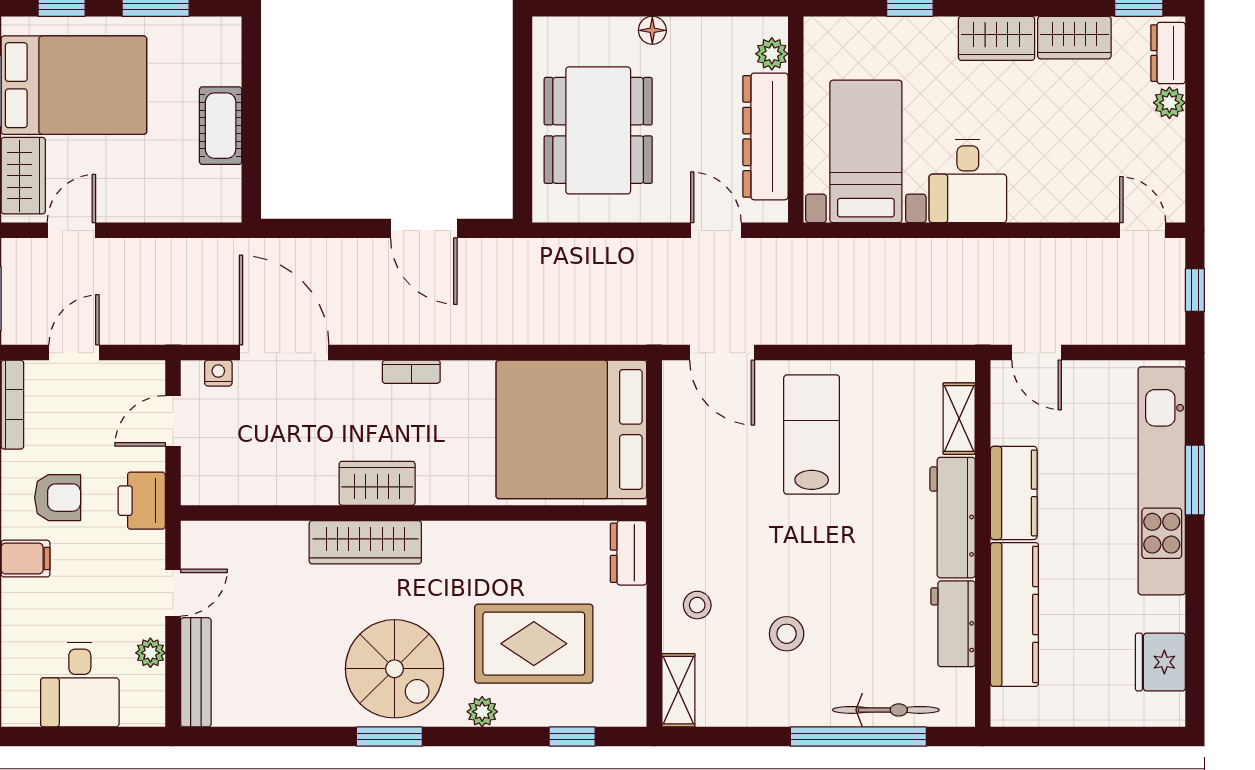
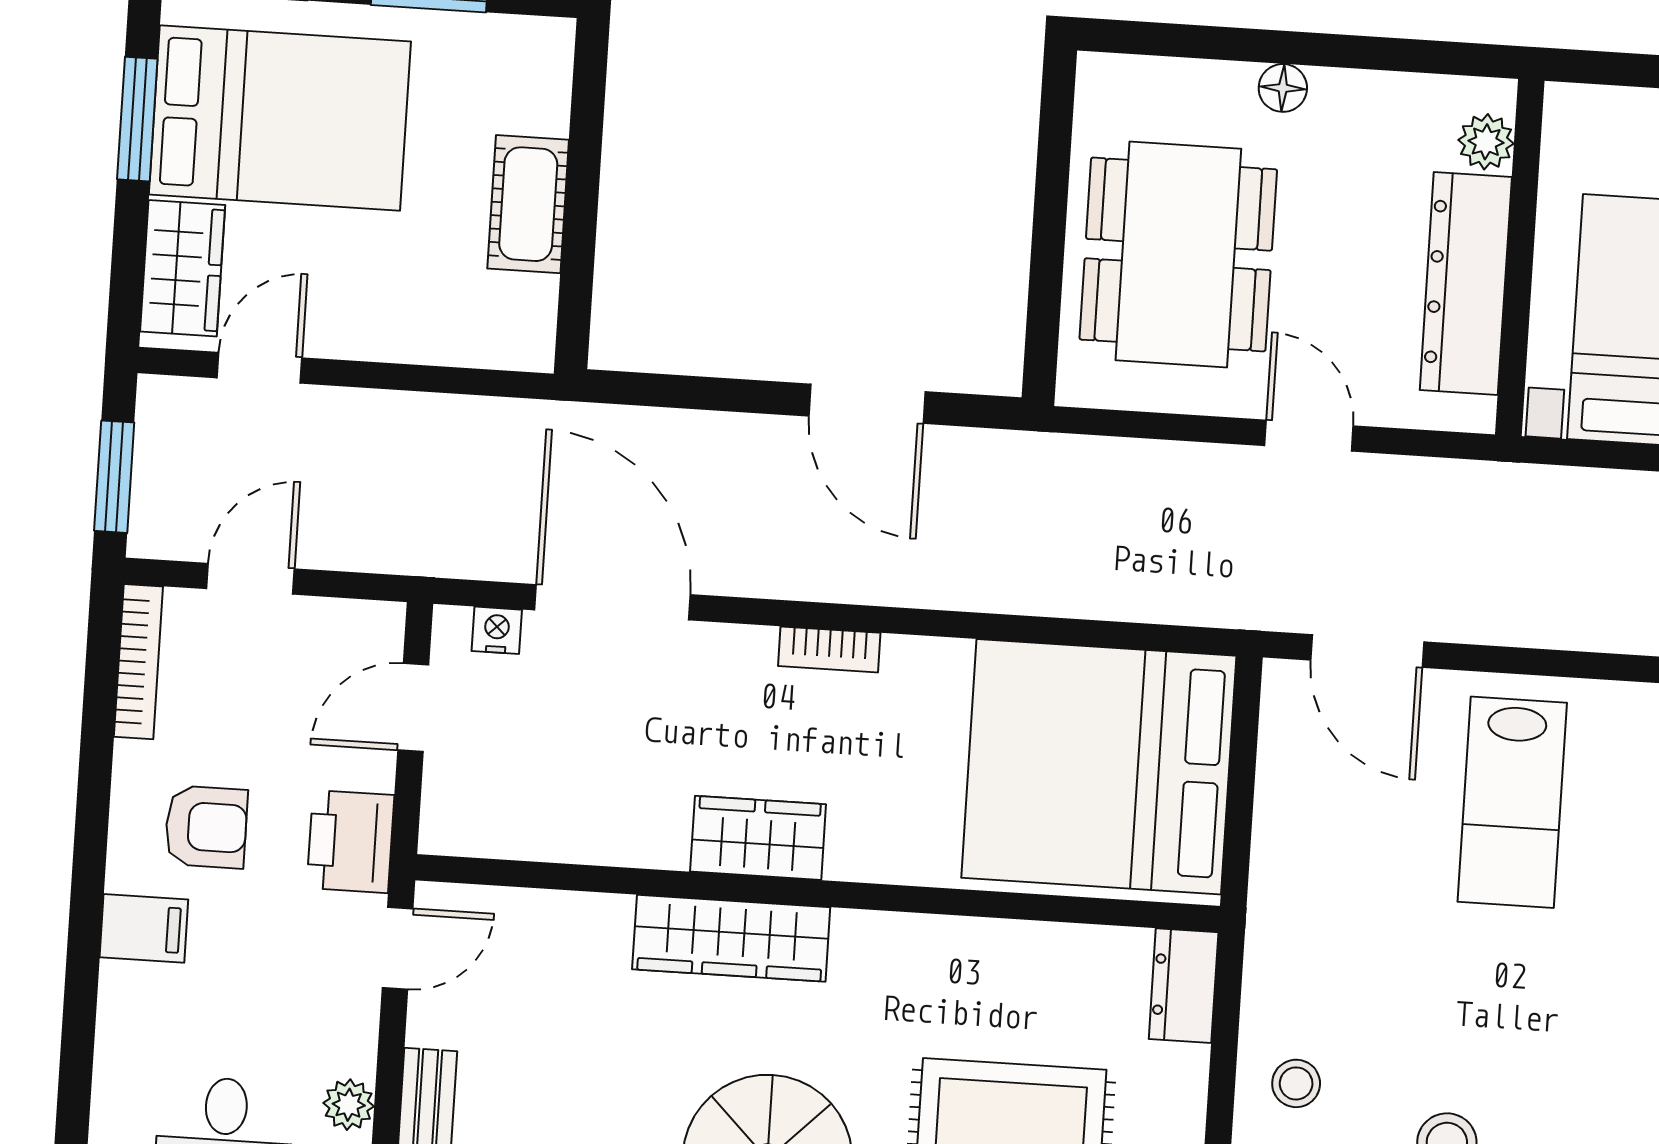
door: (716, 230) -> (1309, 436), moved
lab bench: (812, 435) -> (1512, 802), turned 180
door: (173, 593) -> (398, 948), moved

